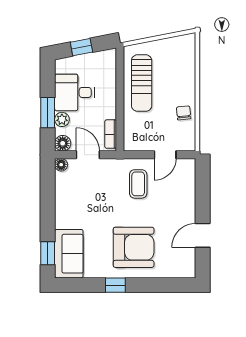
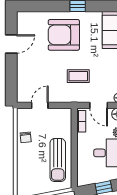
sun lounger: (142, 83) -> (58, 160), turned 180
coffee table: (138, 184) -> (78, 76), moved, turned 90

